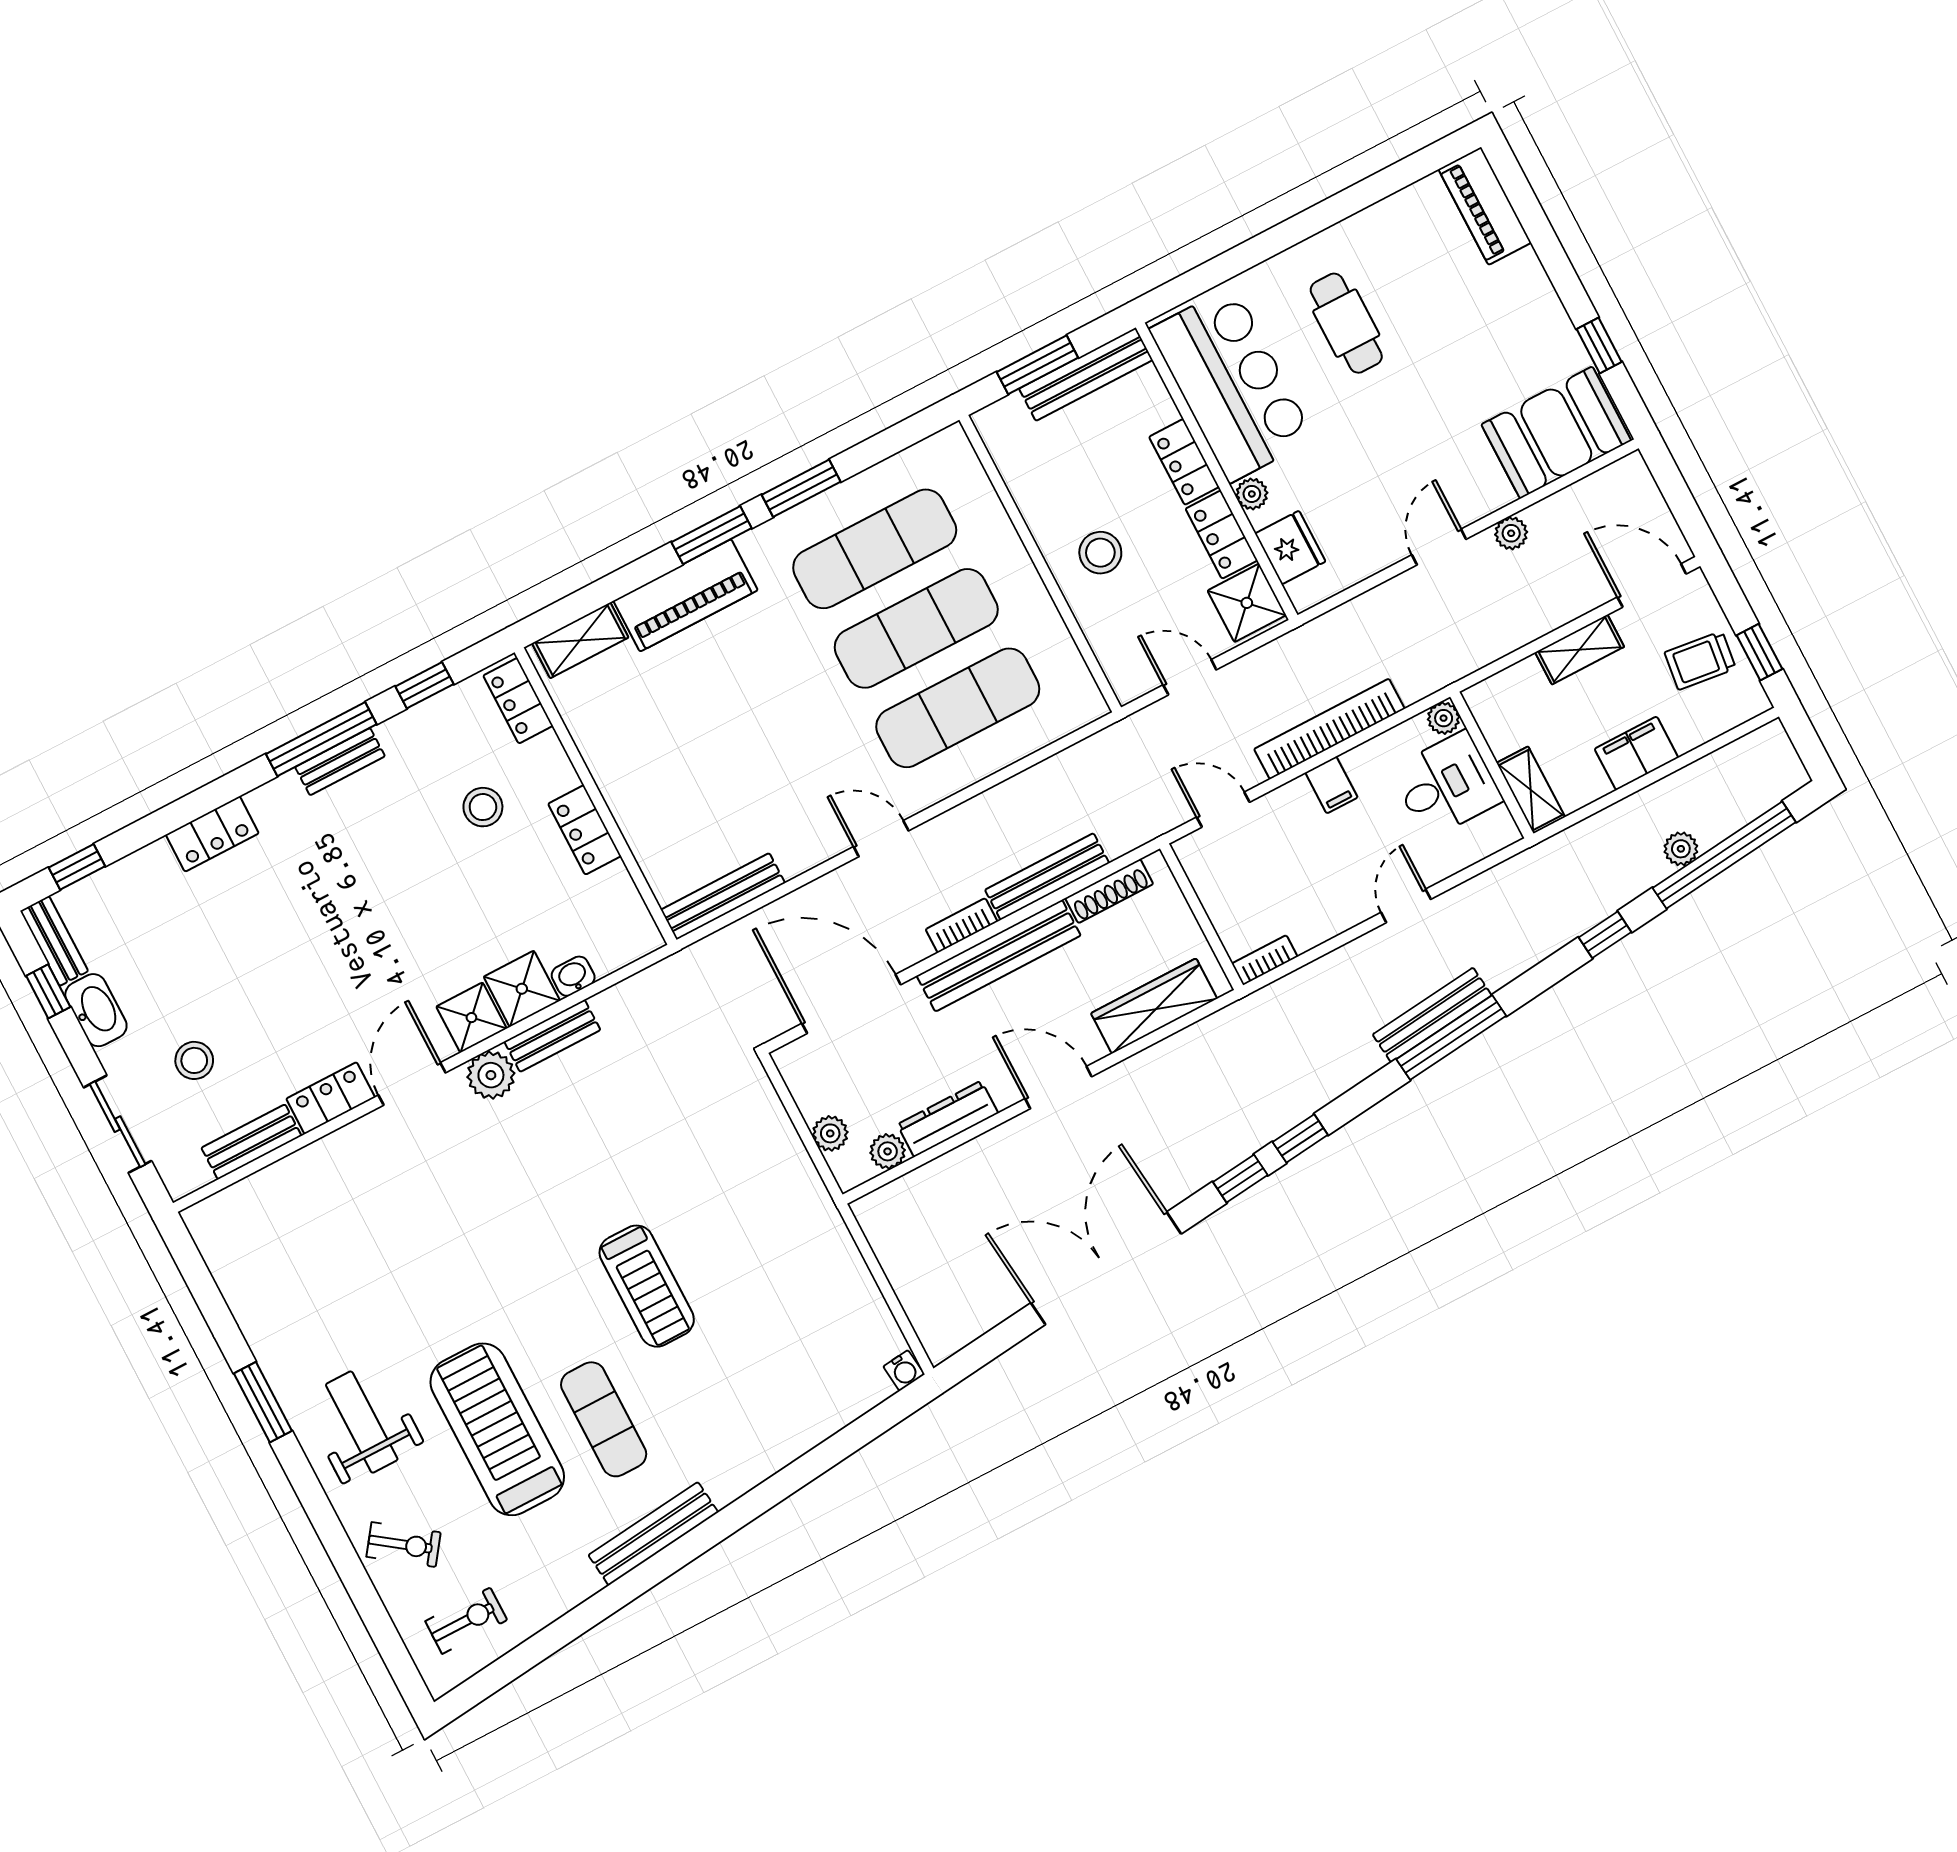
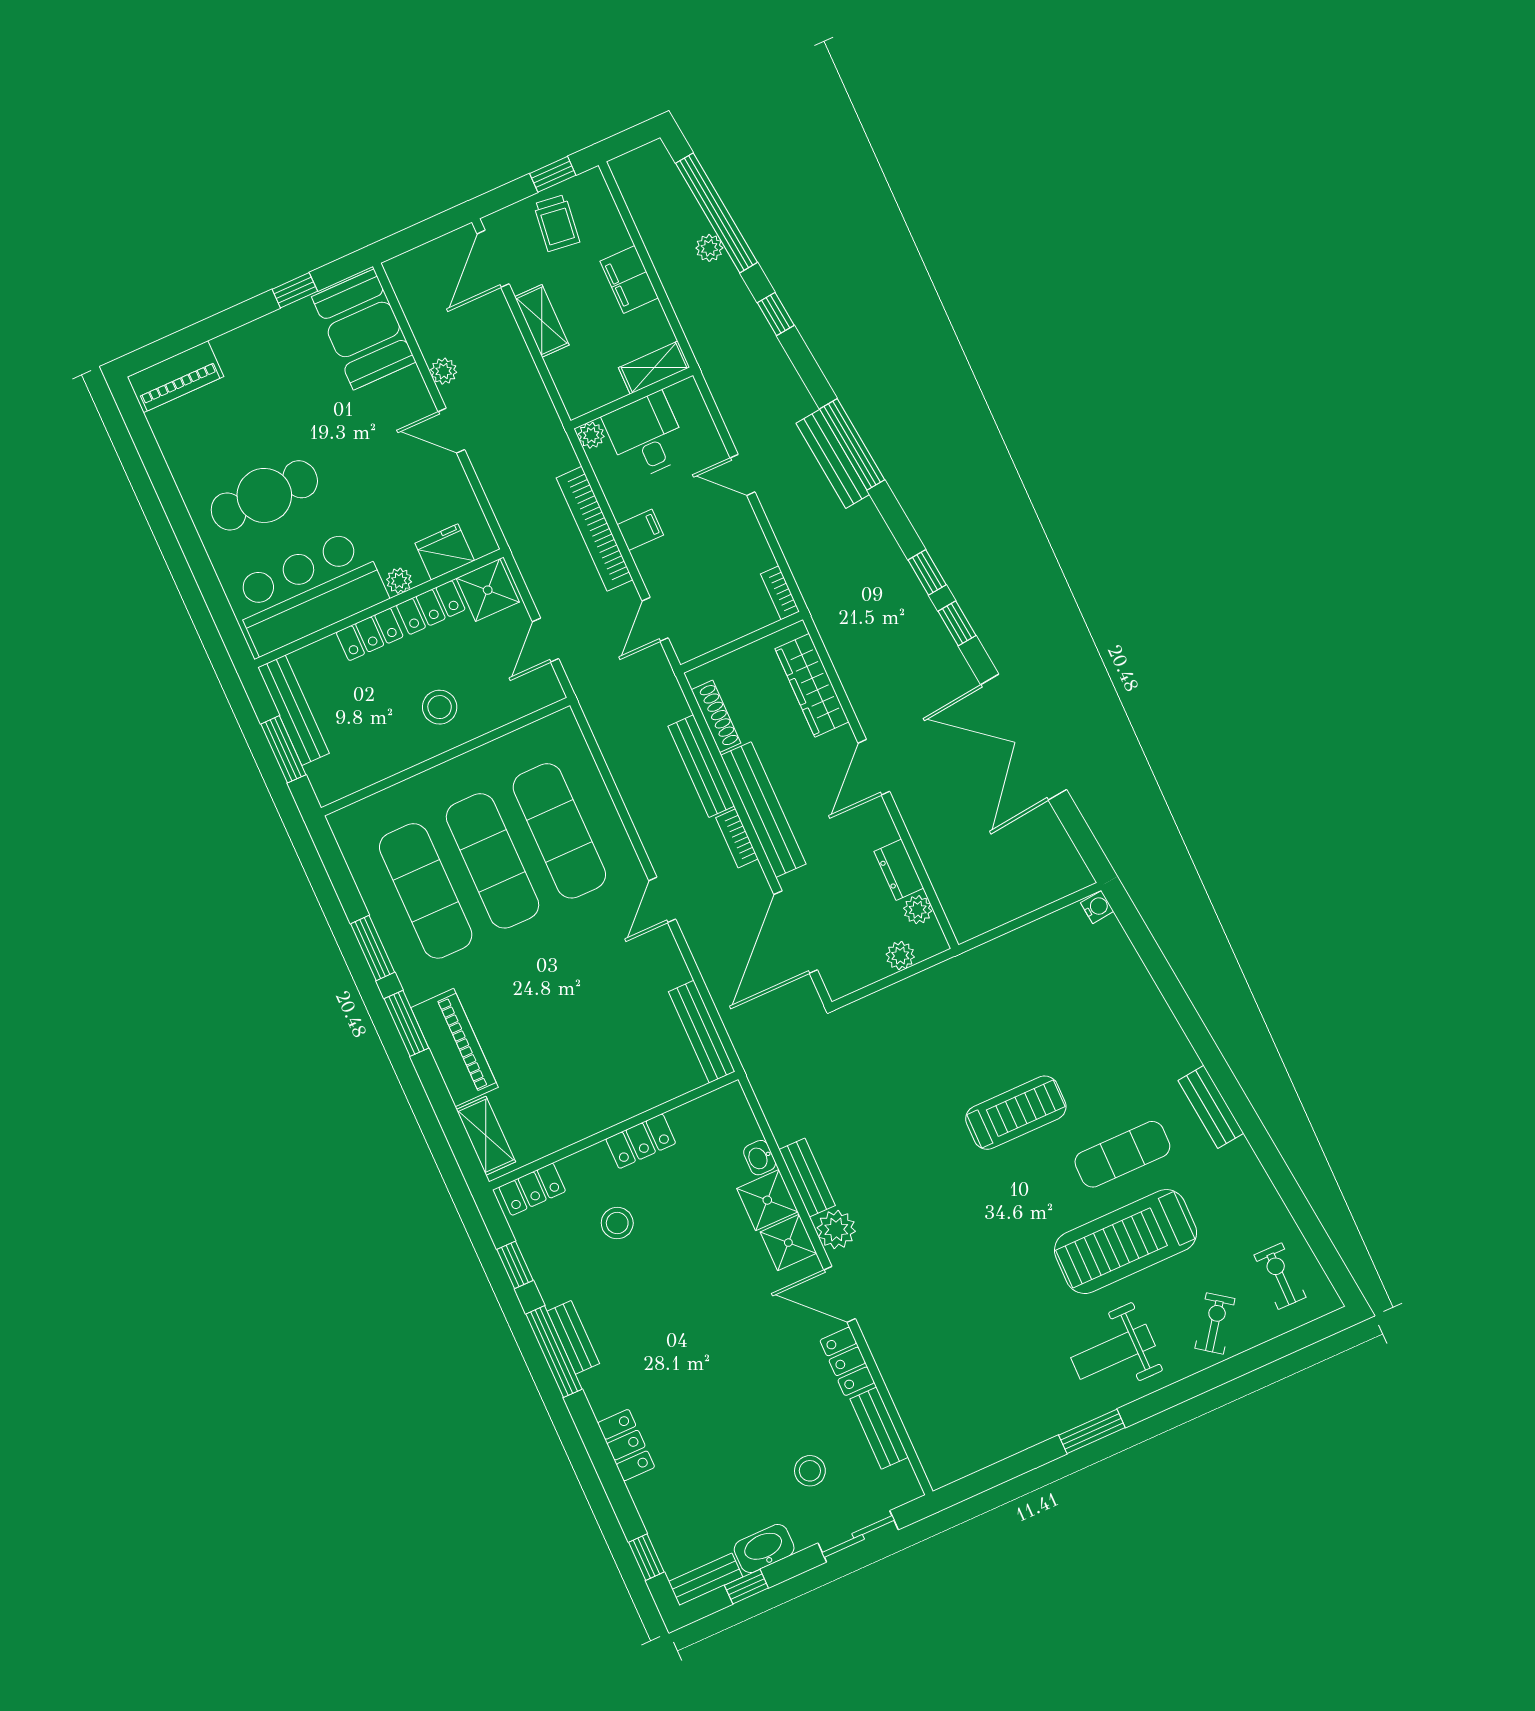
cafe table: (1346, 323) -> (264, 495), width x1.37, depth x1.35
dresser: (948, 1119) -> (899, 870), width x0.70
bench: (653, 1534) -> (1211, 1107), width x0.73

